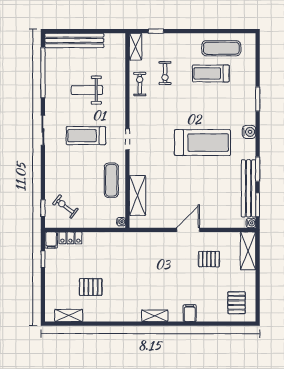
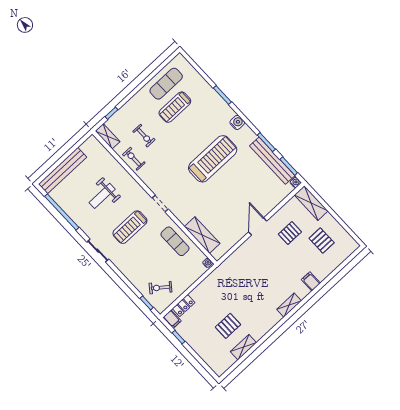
pallet: (237, 303) -> (322, 241), moved
shelving: (69, 315) -> (243, 347), moved

